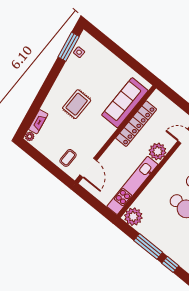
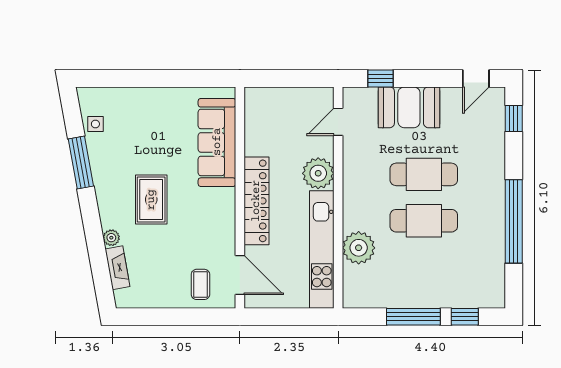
window: (69, 47) -> (81, 162), moved
locker: (136, 124) -> (256, 201), moved
plant: (30, 136) -> (111, 238), moved
plant: (133, 217) -> (359, 248), moved

